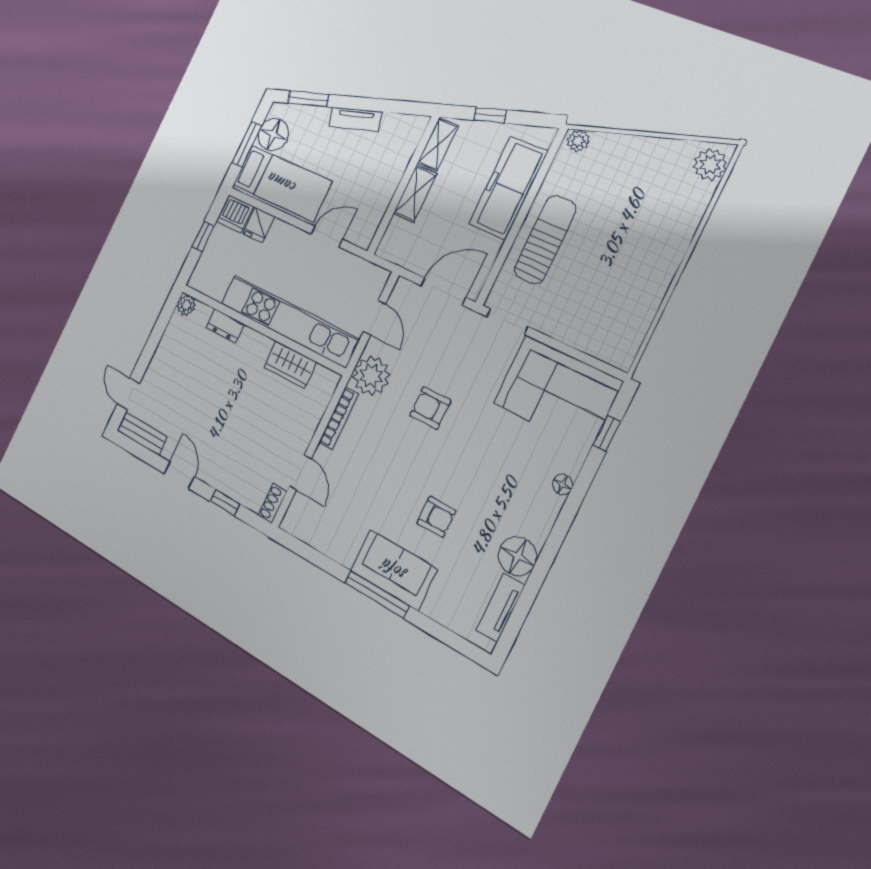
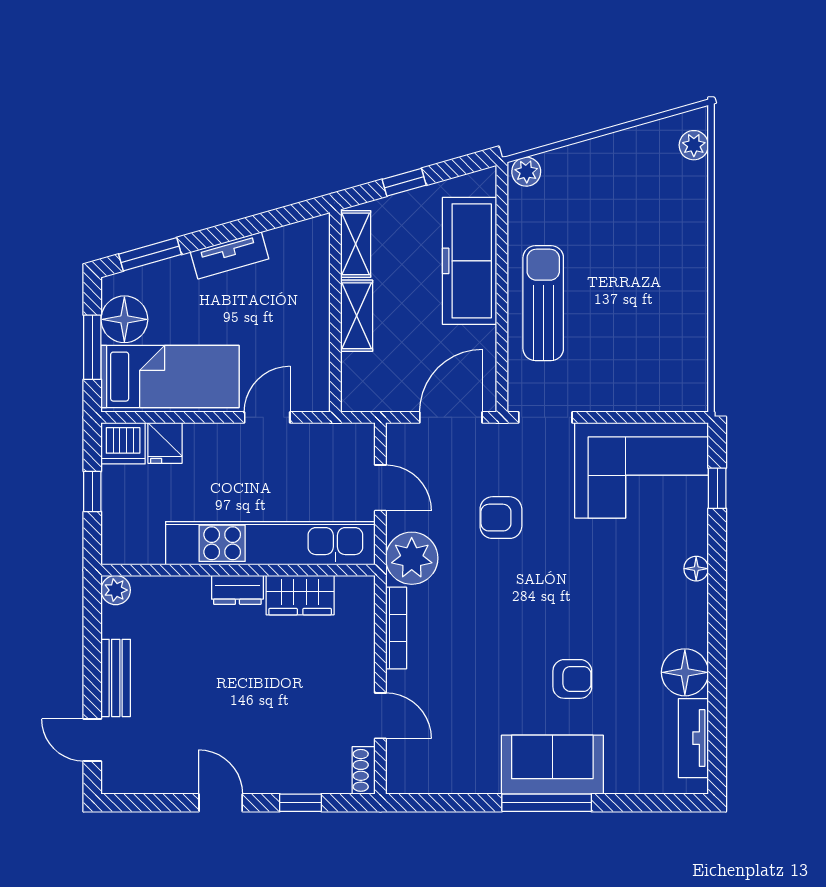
plant: (710, 165) -> (694, 145), width x0.73, depth x0.73
dresser: (225, 326) -> (237, 590), moved
armchair: (430, 408) -> (501, 518), moved
bench: (142, 433) -> (116, 678), moved, turned 90

